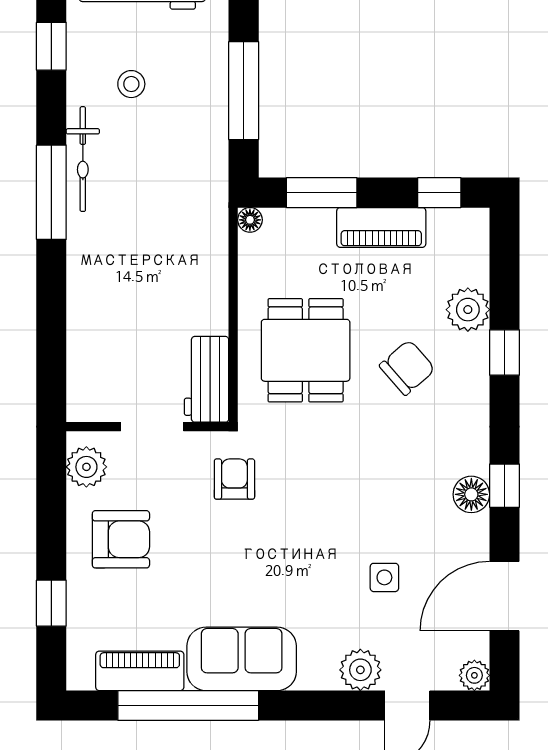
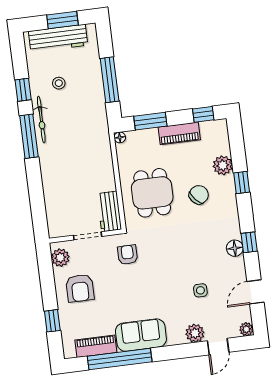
window: (51, 46) -> (23, 90), moved
armchair: (121, 539) -> (80, 288), turned 90
door: (505, 596) -> (255, 292), width x0.73

